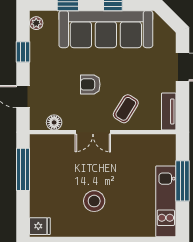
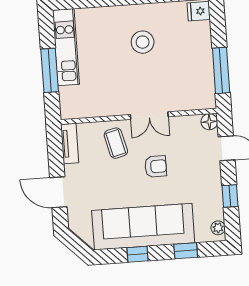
coffee table: (126, 109) -> (116, 143), turned -46
floor lamp: (54, 122) -> (209, 122), moved
double door: (93, 132) -> (149, 116), swing flipped

